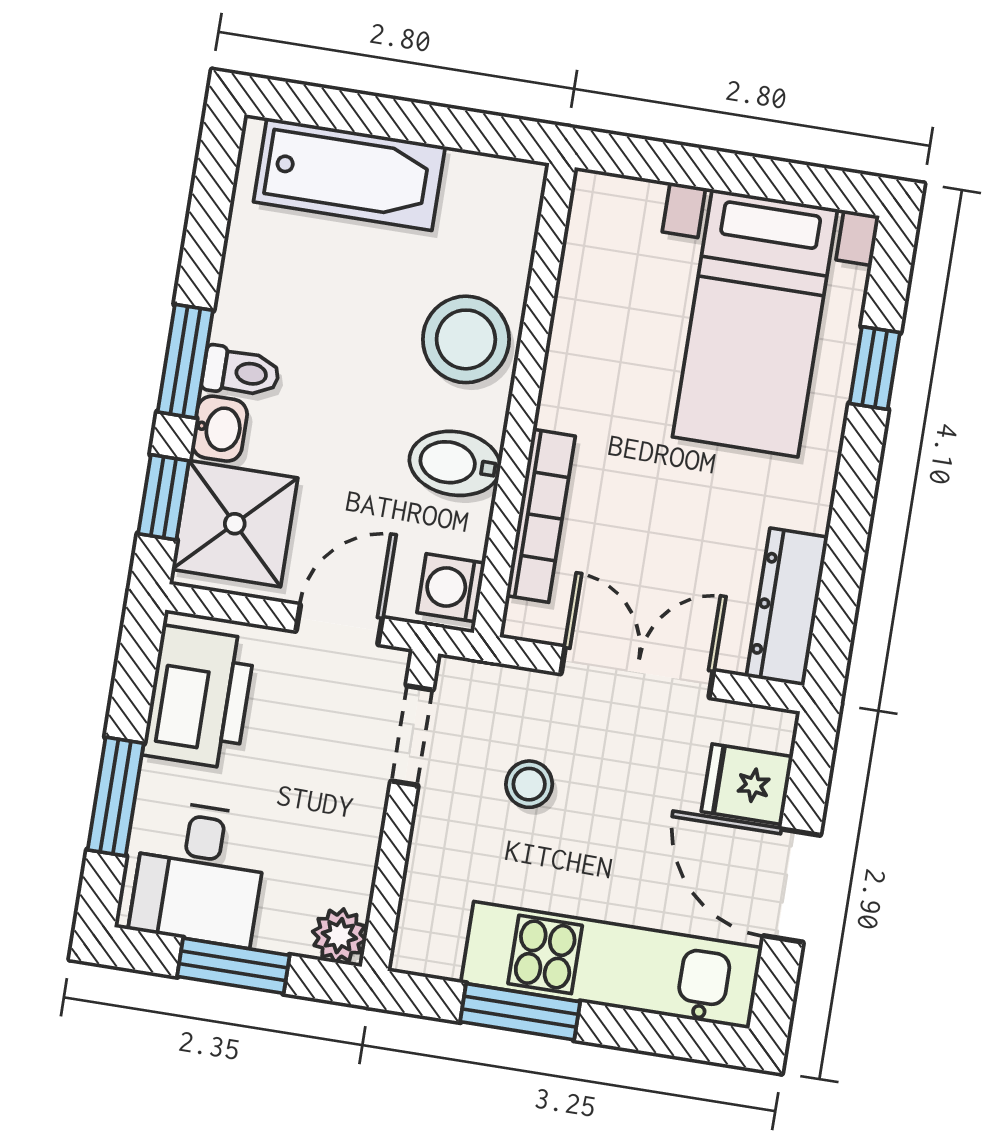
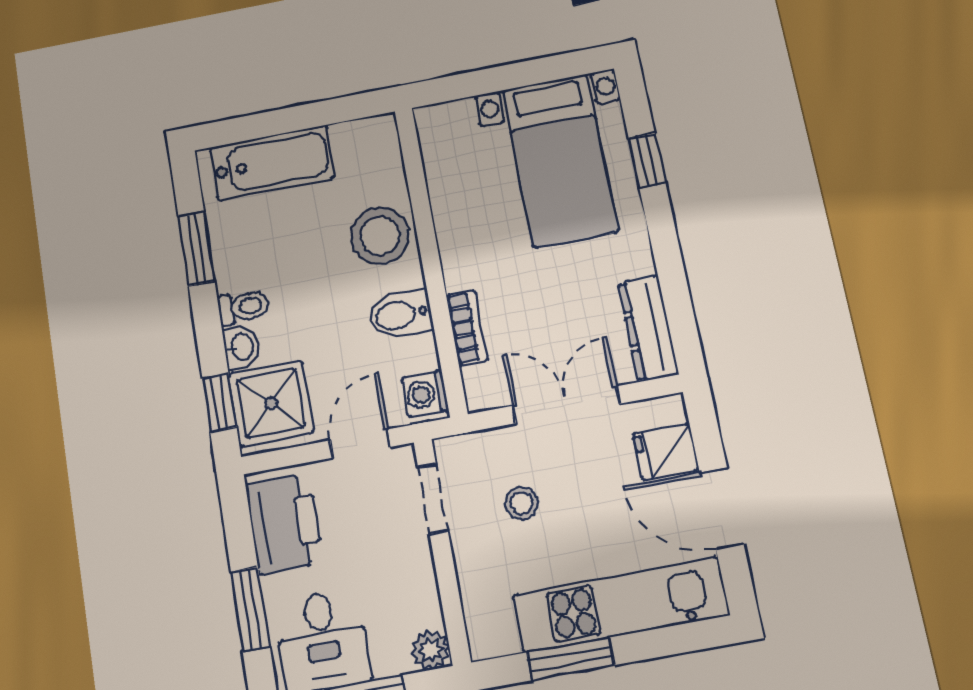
window: (185, 361) -> (196, 249), moved
bookcase: (541, 516) -> (467, 328), width x0.64

